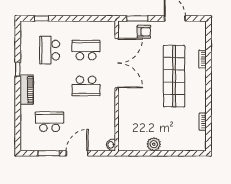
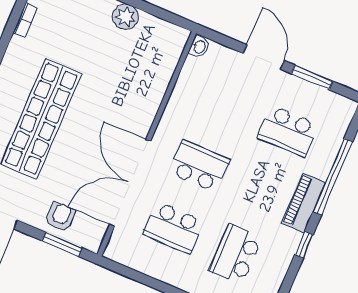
armchair: (144, 32) -> (60, 217), turned 90
school desk: (50, 50) -> (236, 254), turned 180
window: (18, 109) -> (333, 177), added
door: (77, 153) -> (264, 57), swing flipped

